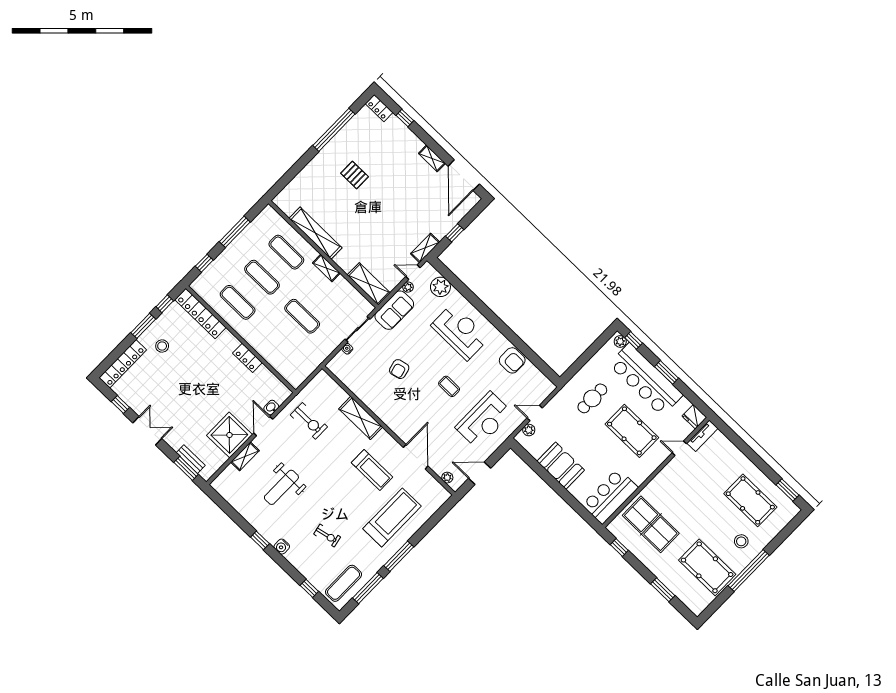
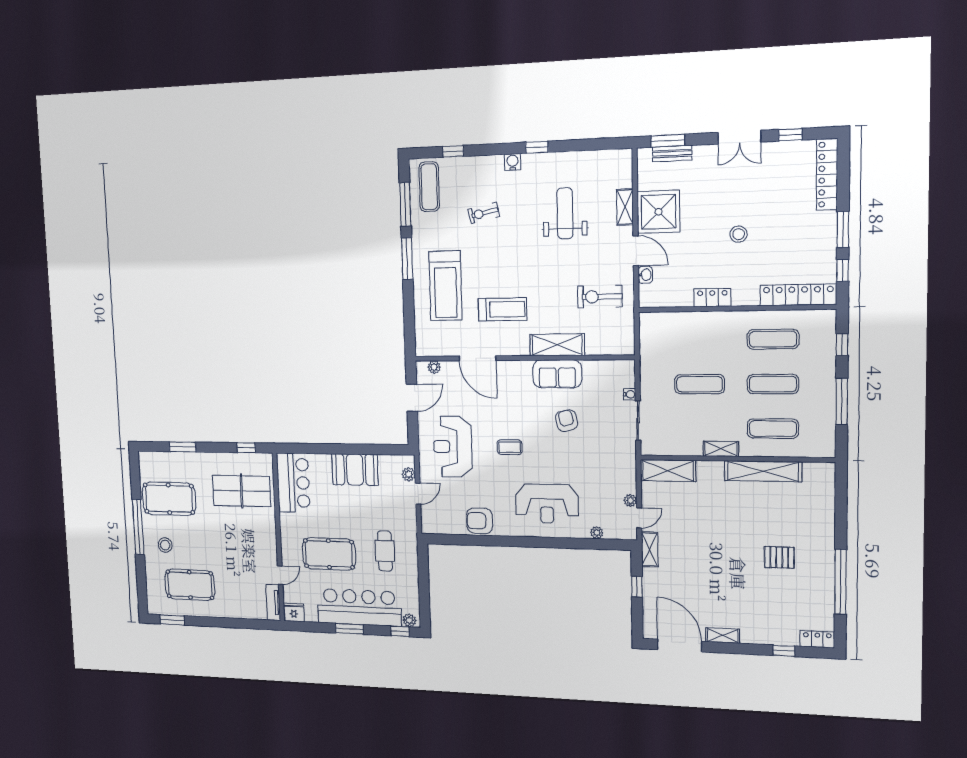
plant: (440, 287) -> (597, 533), width x0.53, depth x0.53
sofa: (394, 310) -> (557, 374), moved, turned -90
stool: (162, 346) -> (739, 234), moved
treadmill: (372, 470) -> (502, 309), turned 180

